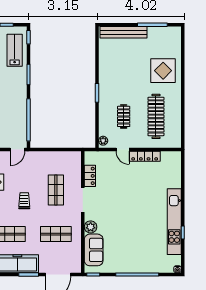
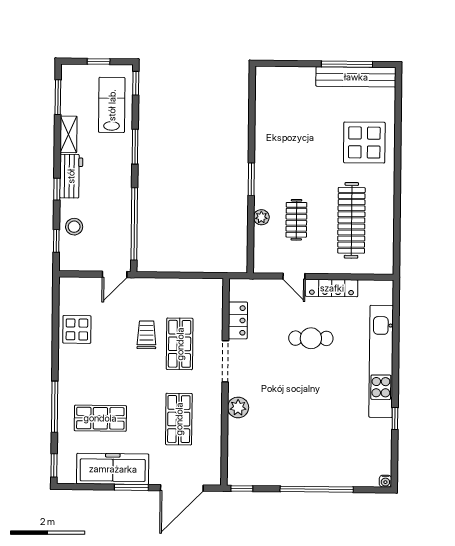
bench: (124, 32) -> (356, 77), moved
plant: (103, 141) -> (261, 217), moved
cafe table: (133, 186) -> (311, 338), added
trolley: (24, 201) -> (146, 335), moved
kitchen unit: (174, 222) -> (381, 361), moved
shop shelf: (56, 234) -> (179, 419), turned 90
sofa: (94, 250) -> (243, 447), removed

